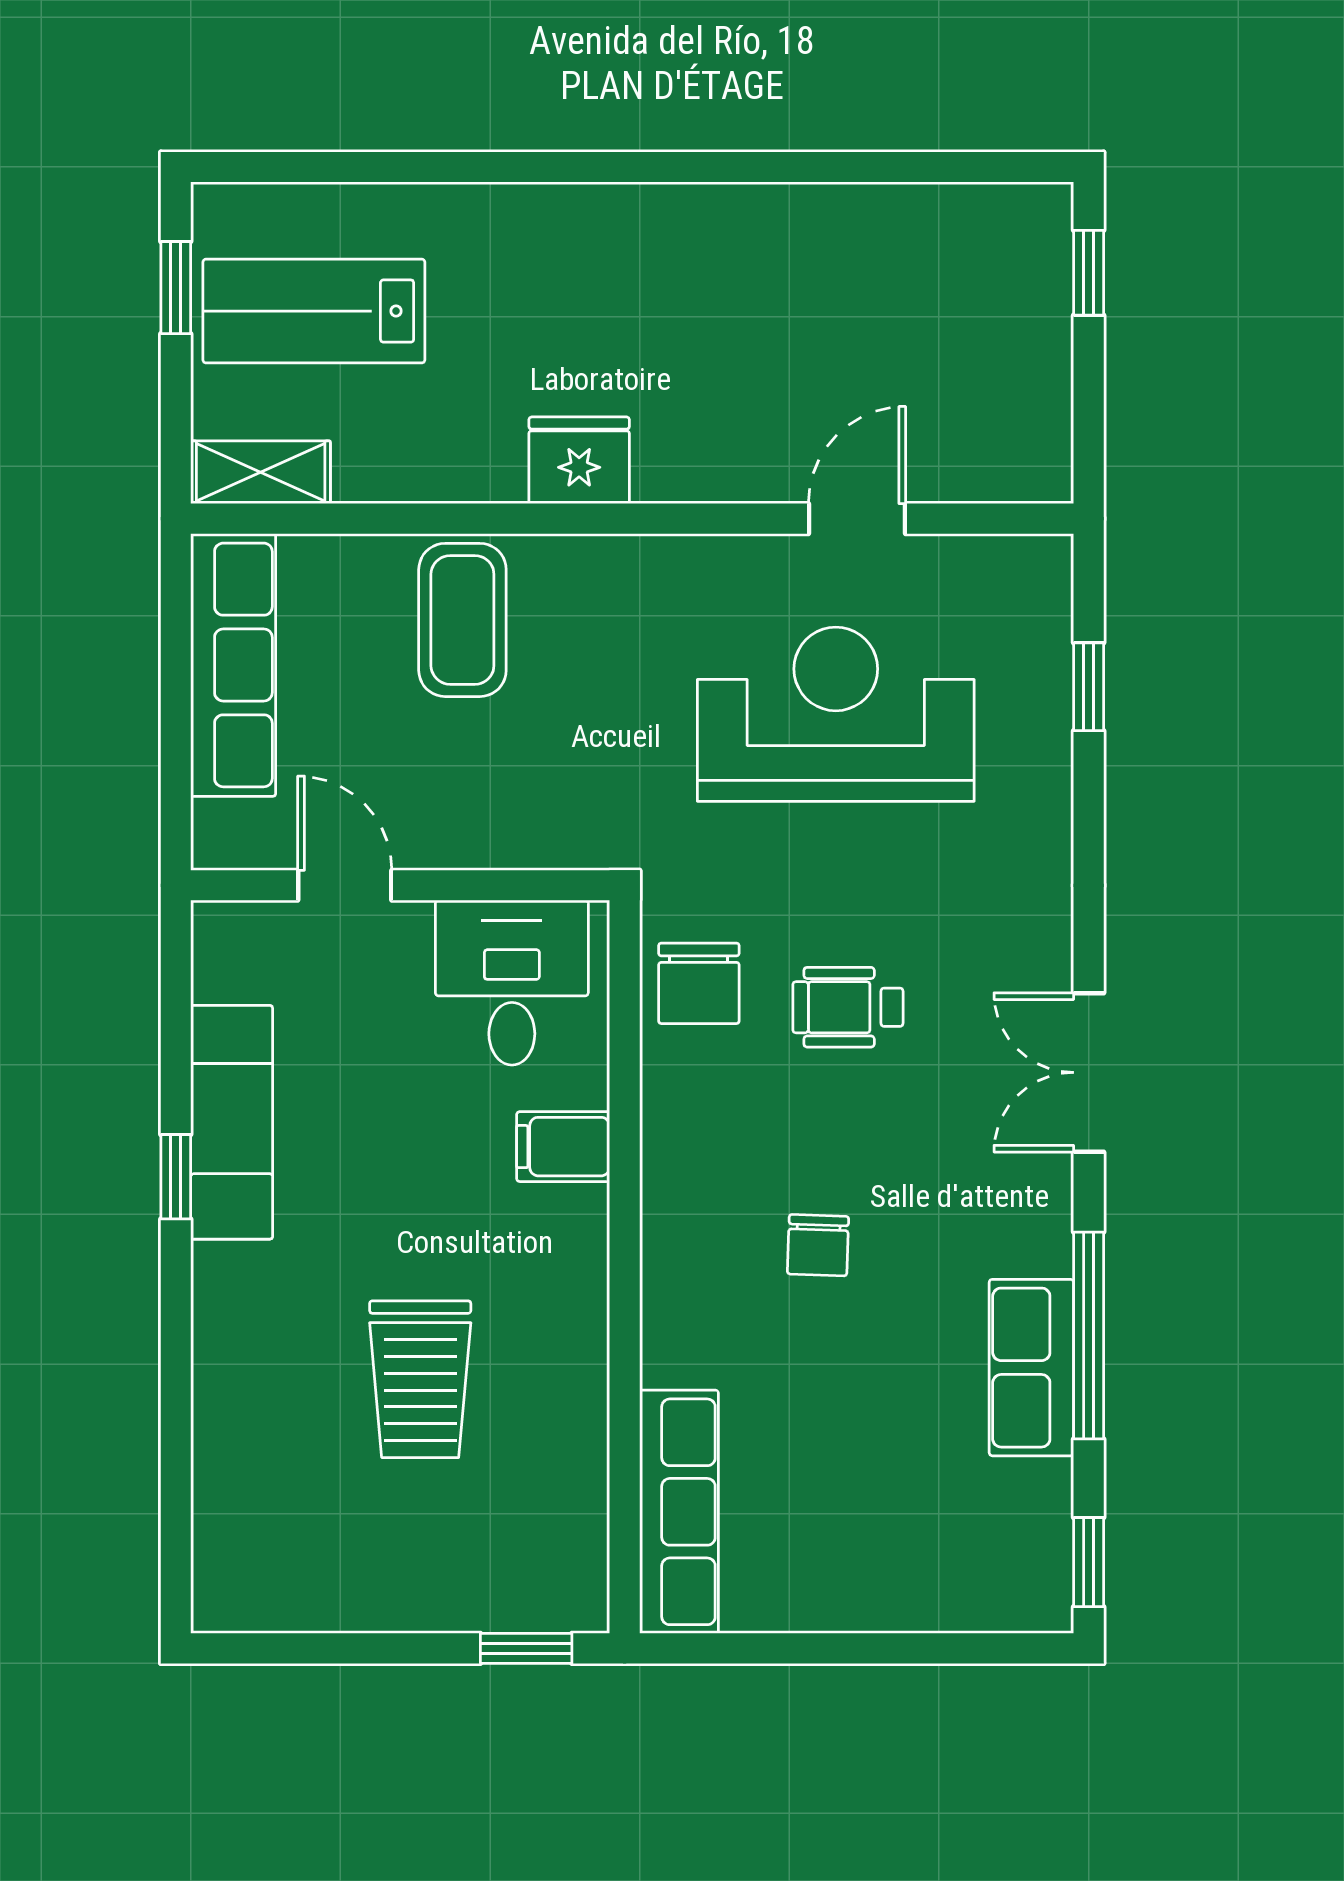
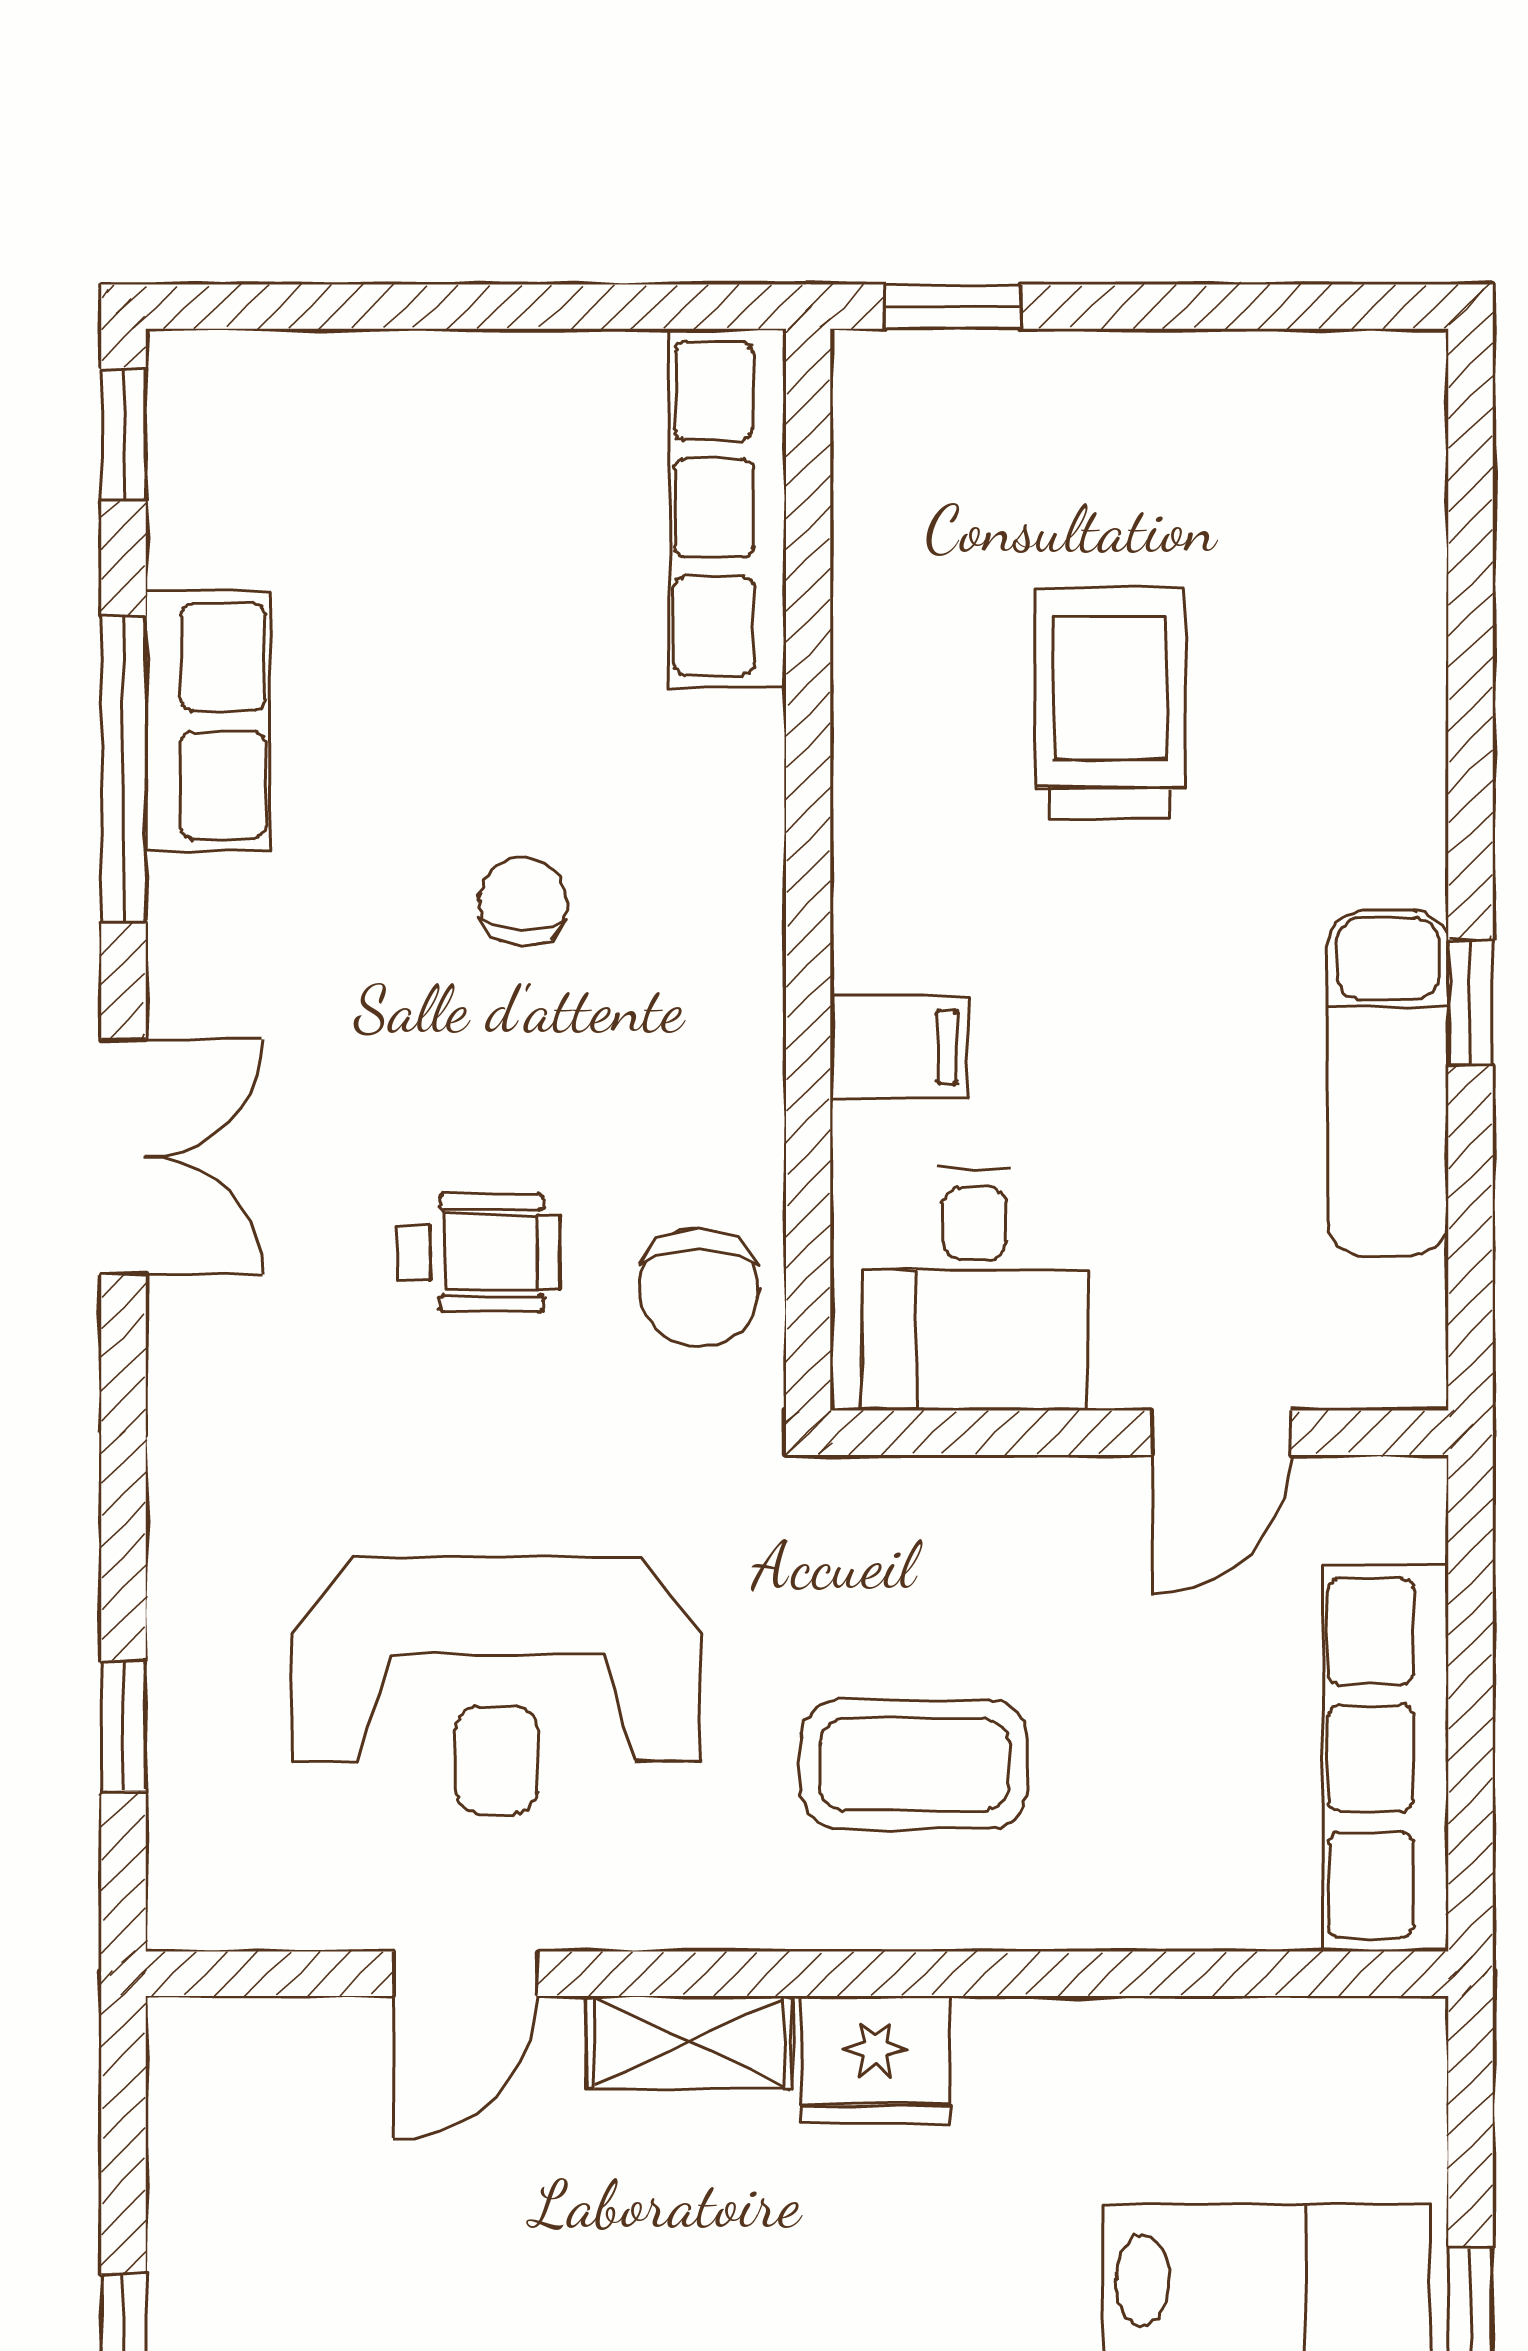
shelving: (261, 472) -> (689, 2042), moved
coffee table: (462, 620) -> (914, 1764), moved, turned 90
door: (345, 885) -> (1221, 1433), hinge flipped
chair: (699, 983) -> (699, 1288), turned 180

